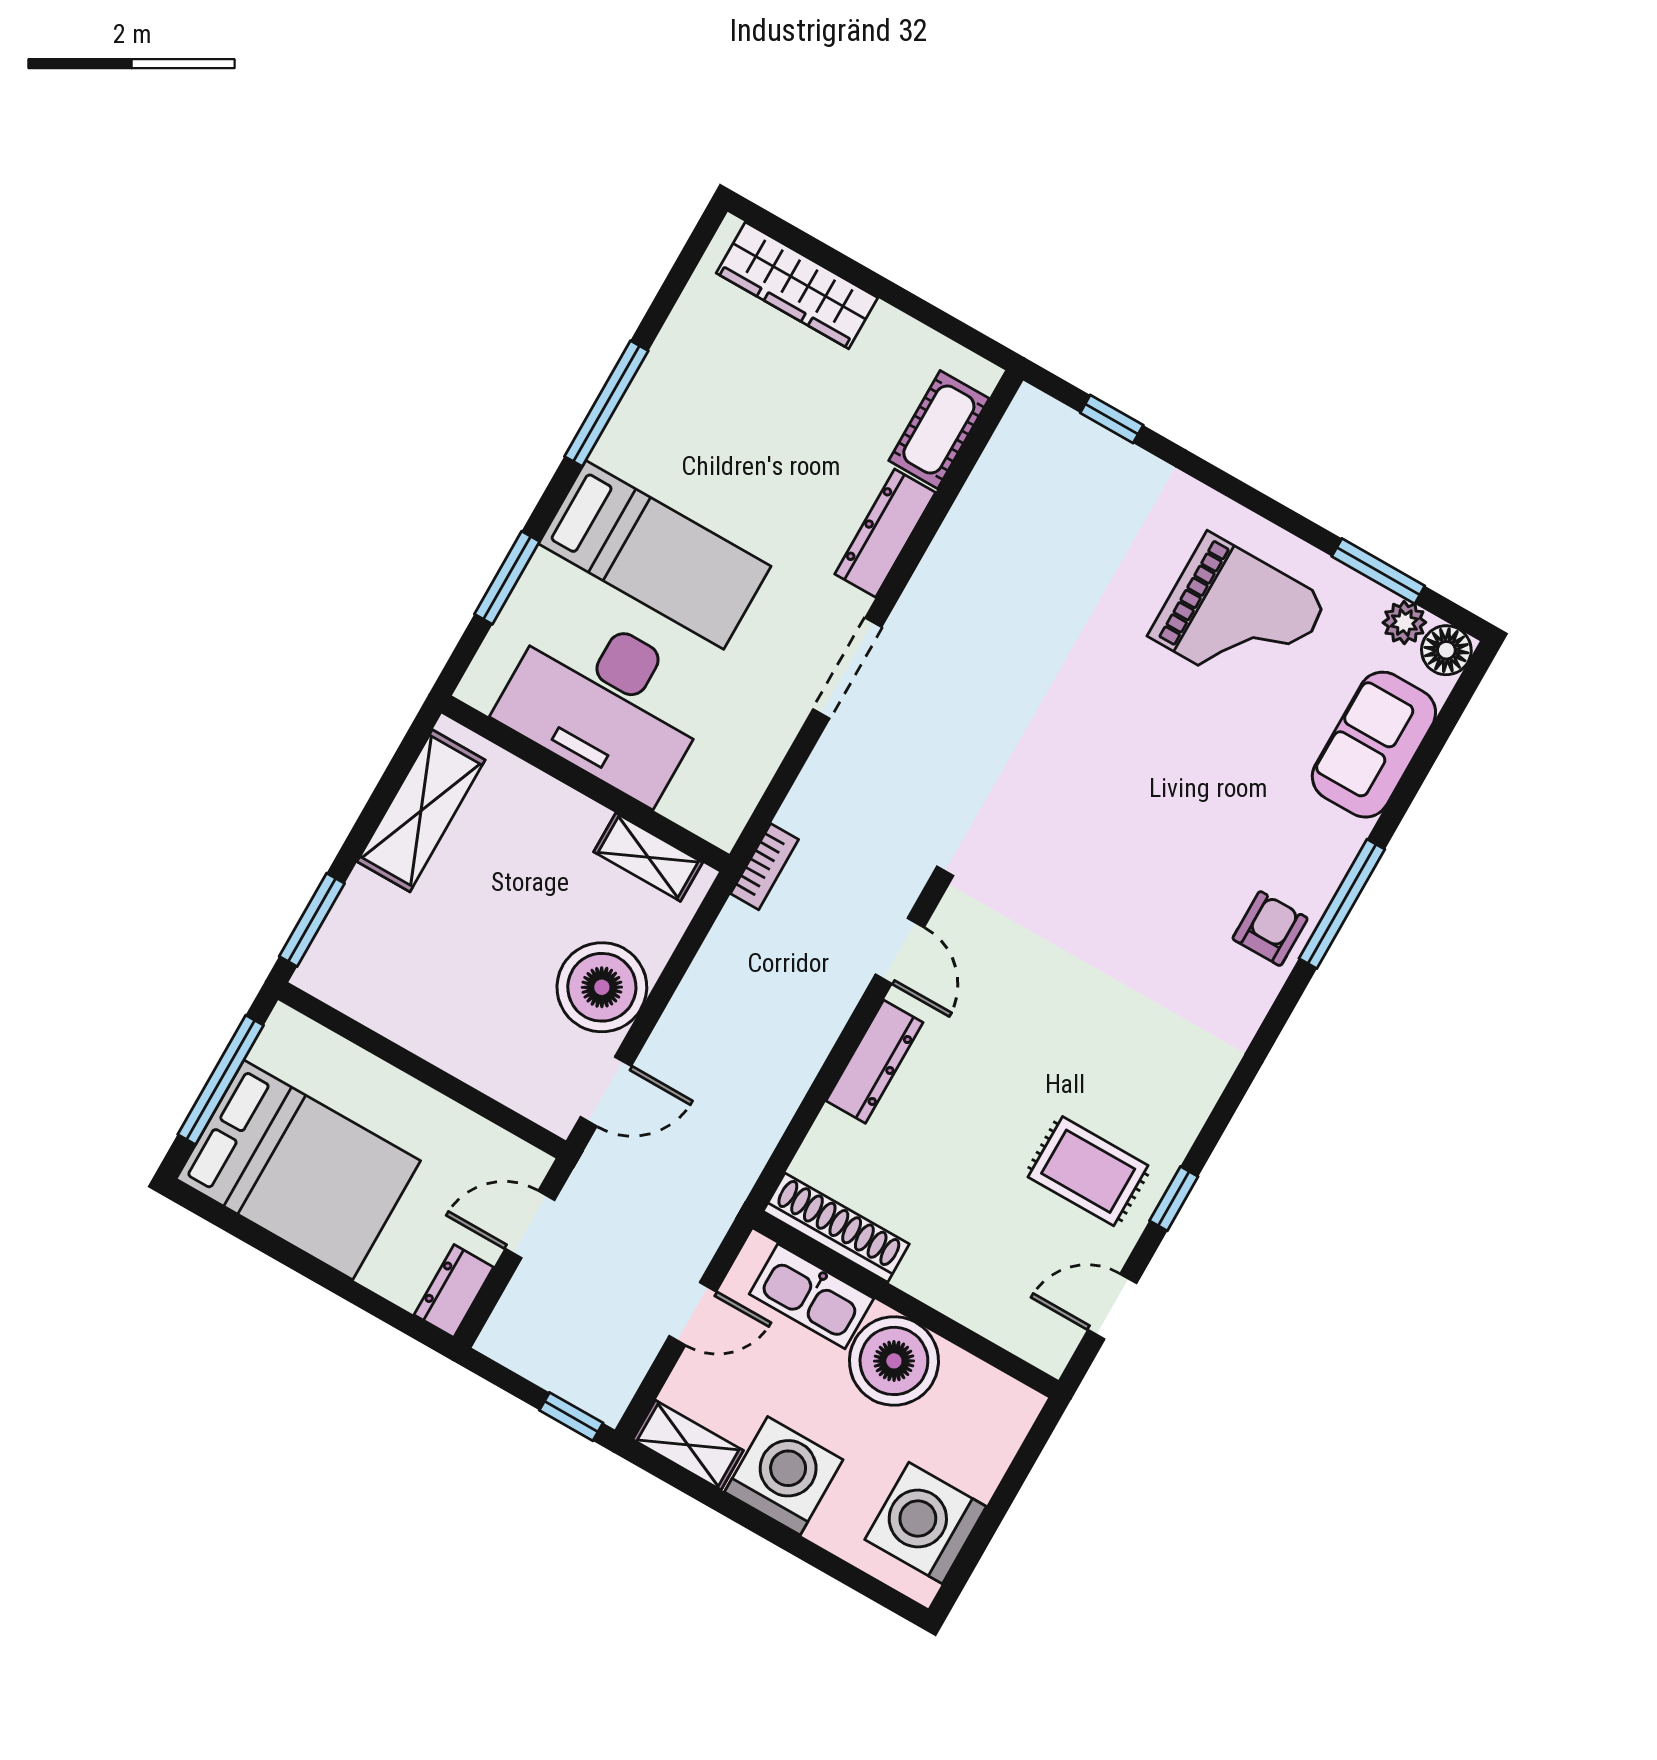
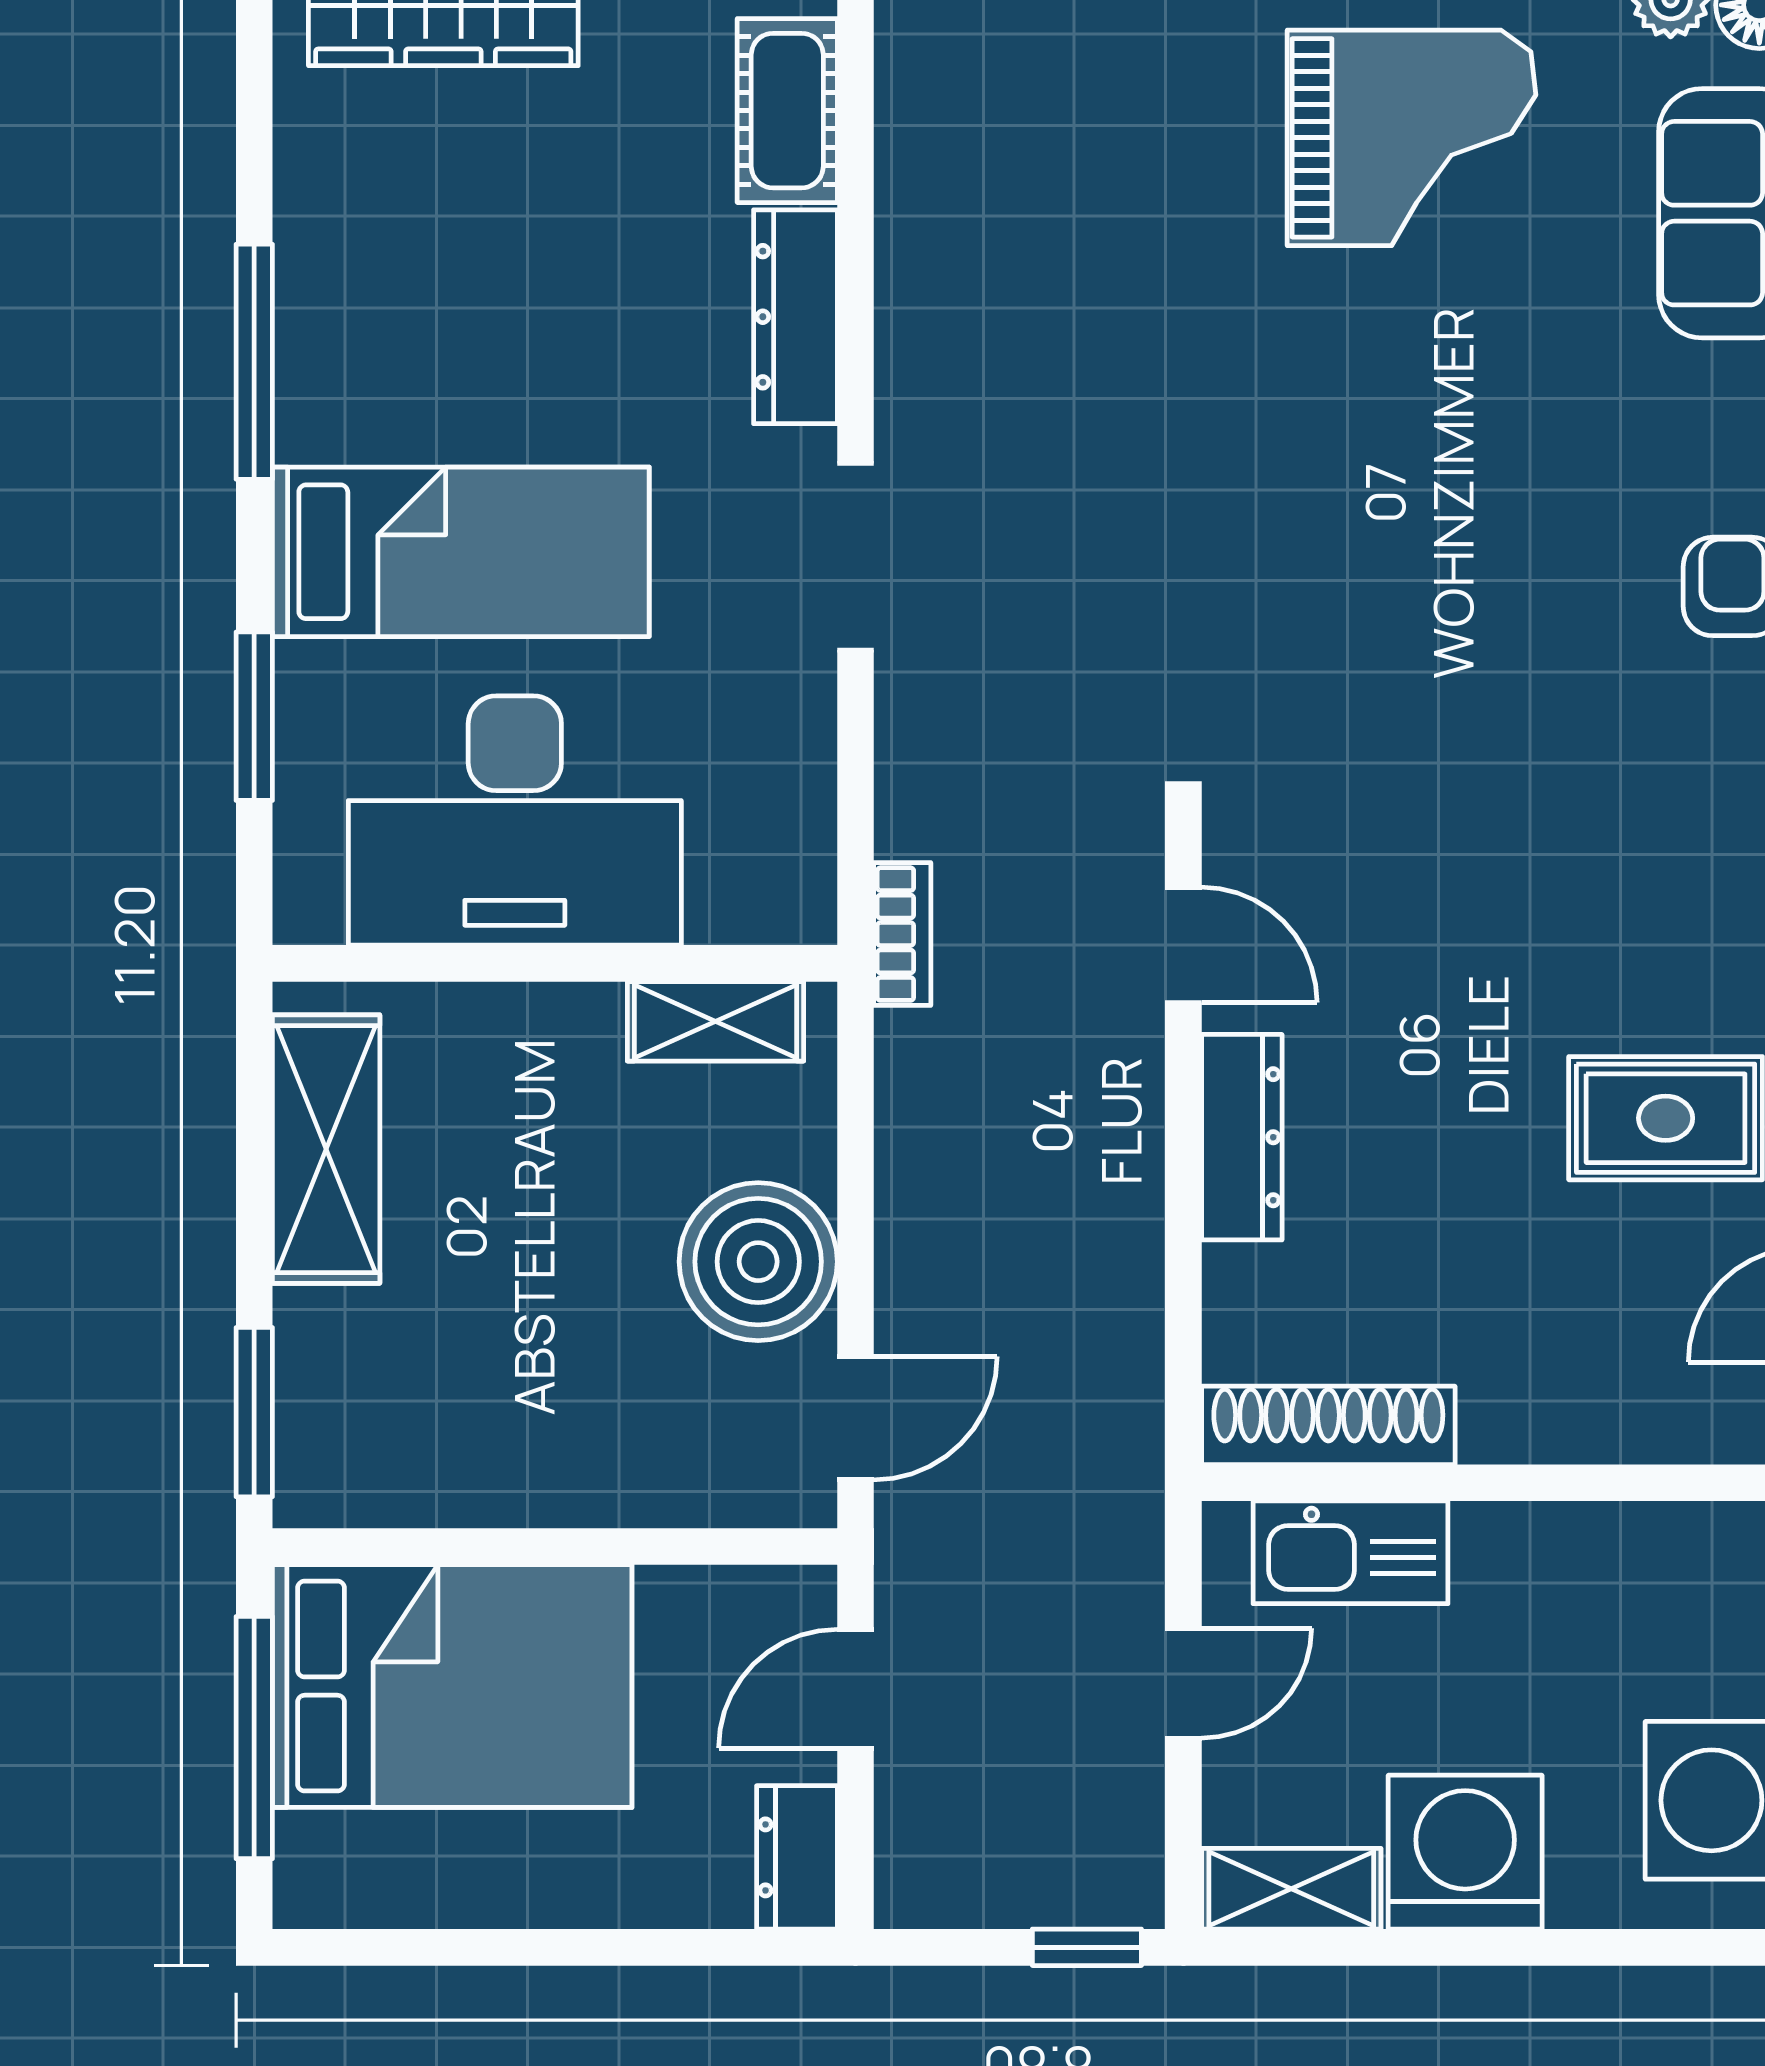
bed: (298, 1170) -> (452, 1686), moved
boiler: (894, 1361) -> (1534, 1579), removed

